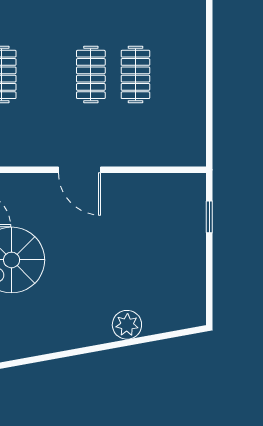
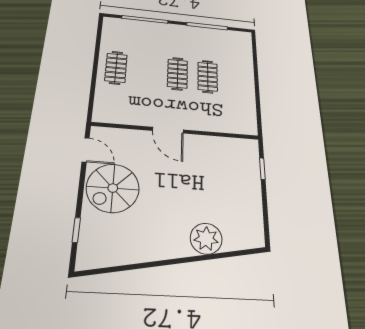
plant: (127, 325) -> (206, 239), width x1.36, depth x1.36

